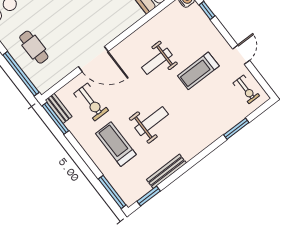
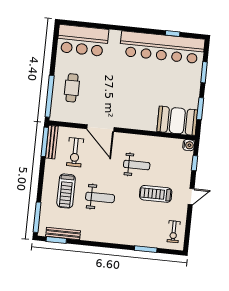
door: (241, 55) -> (191, 197), moved
weight bench: (157, 61) -> (137, 165), turned 180
bench: (59, 108) -> (52, 142), width x1.36
treadmill: (116, 144) -> (66, 191), turned 180
bench: (166, 171) -> (63, 233), moved

